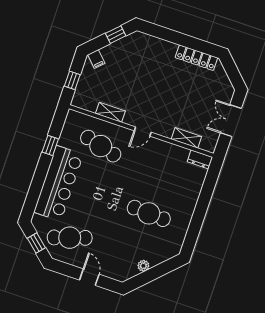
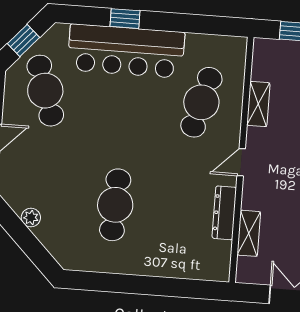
door: (143, 131) -> (241, 162), hinge flipped
window: (50, 145) -> (125, 19), moved
dresser: (200, 159) -> (224, 213), moved, width x1.44

